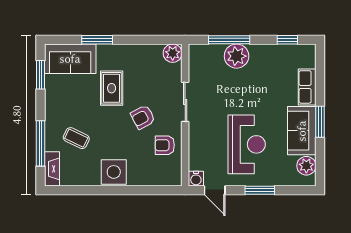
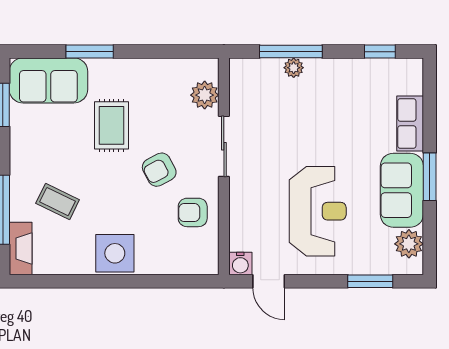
plant: (173, 53) -> (205, 95), moved
plant: (237, 56) -> (294, 68), width x0.53, depth x0.53
window: (260, 190) -> (370, 281), moved

